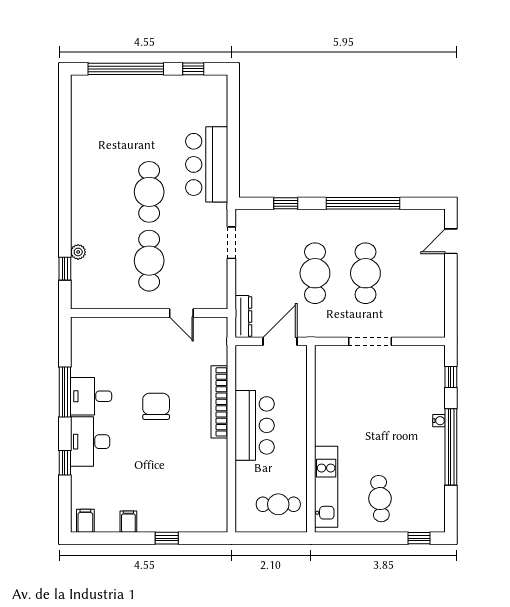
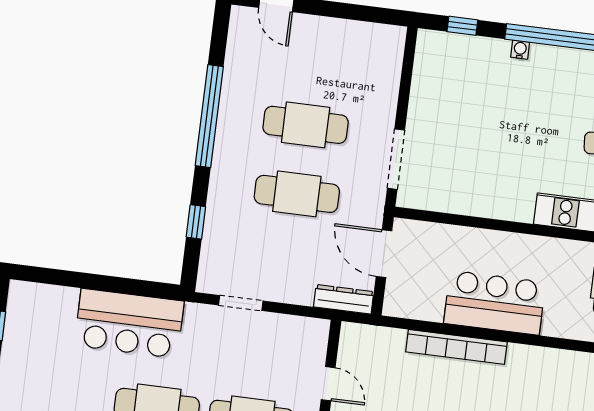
door: (181, 313) -> (328, 384), hinge flipped
doorway: (370, 341) -> (396, 159), moved

